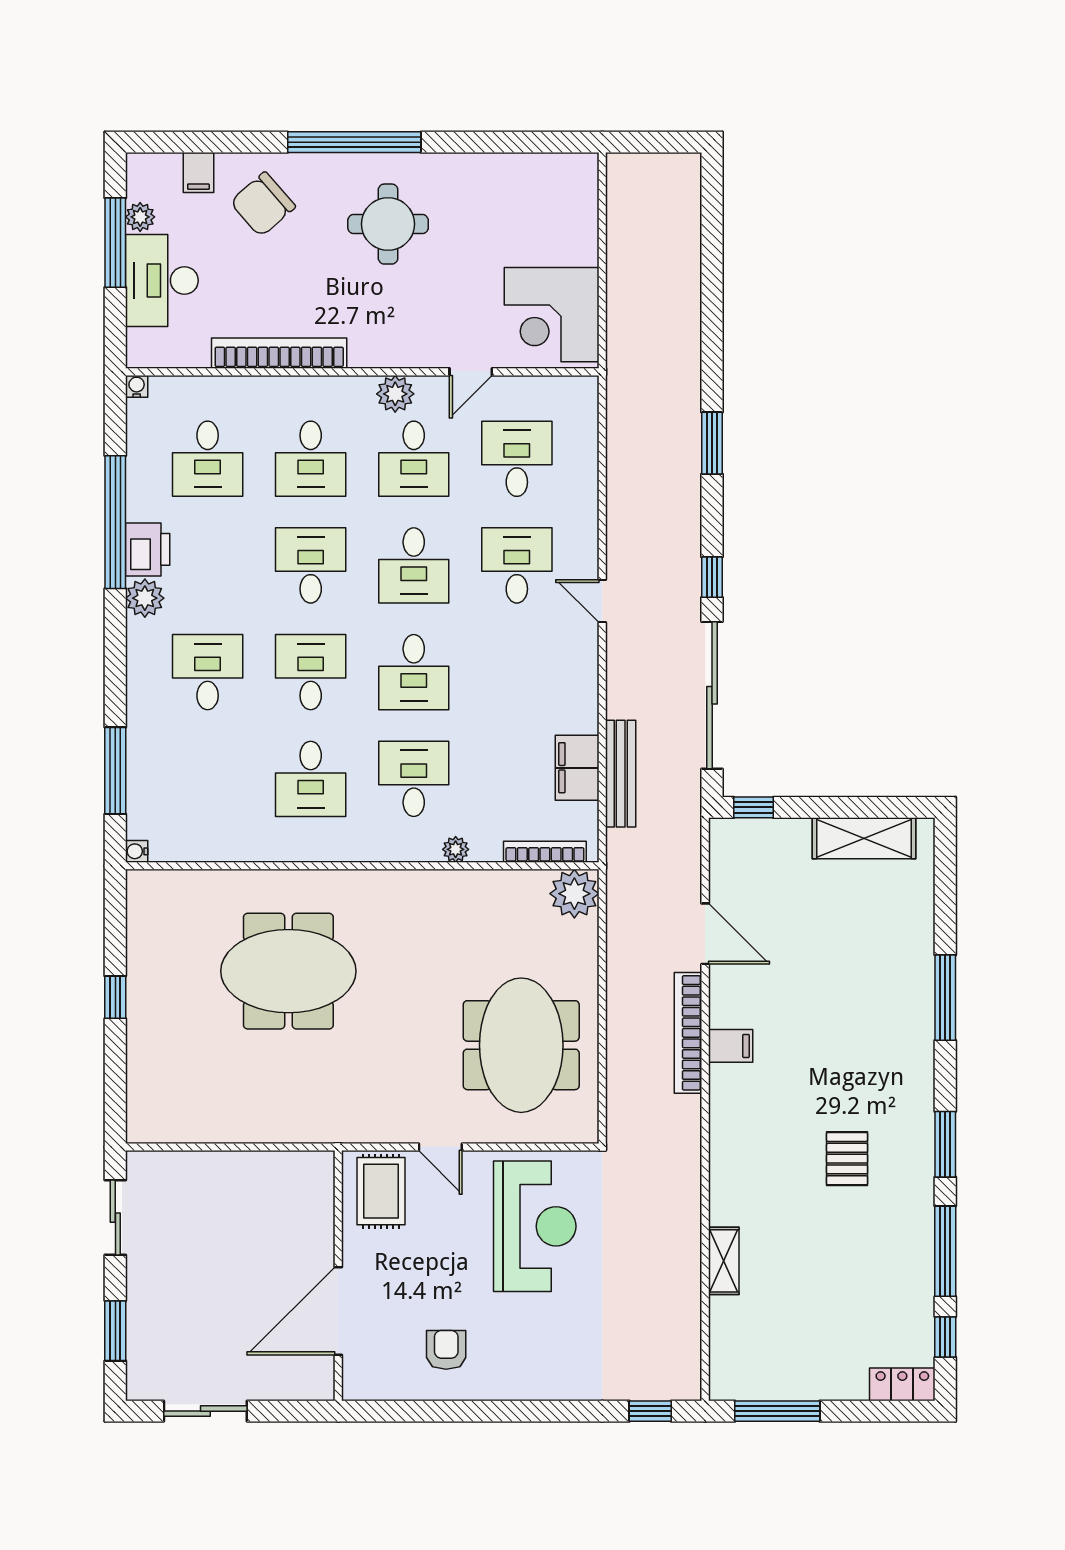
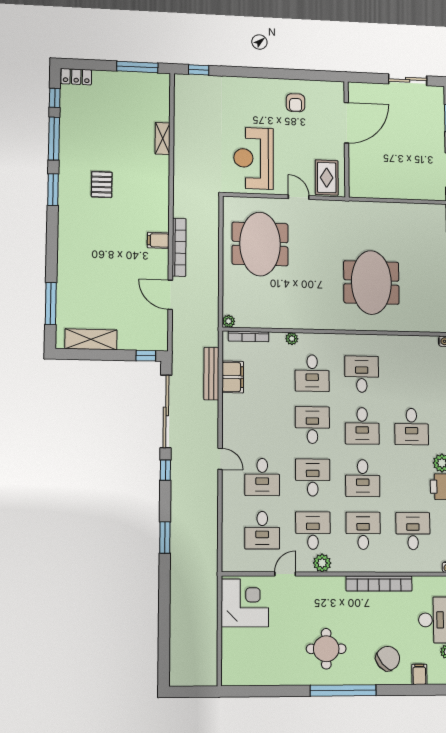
plant: (574, 894) -> (229, 321), width x0.53, depth x0.53
meeting table: (288, 971) -> (371, 282), turned 90
window: (945, 998) -> (51, 304), moved

